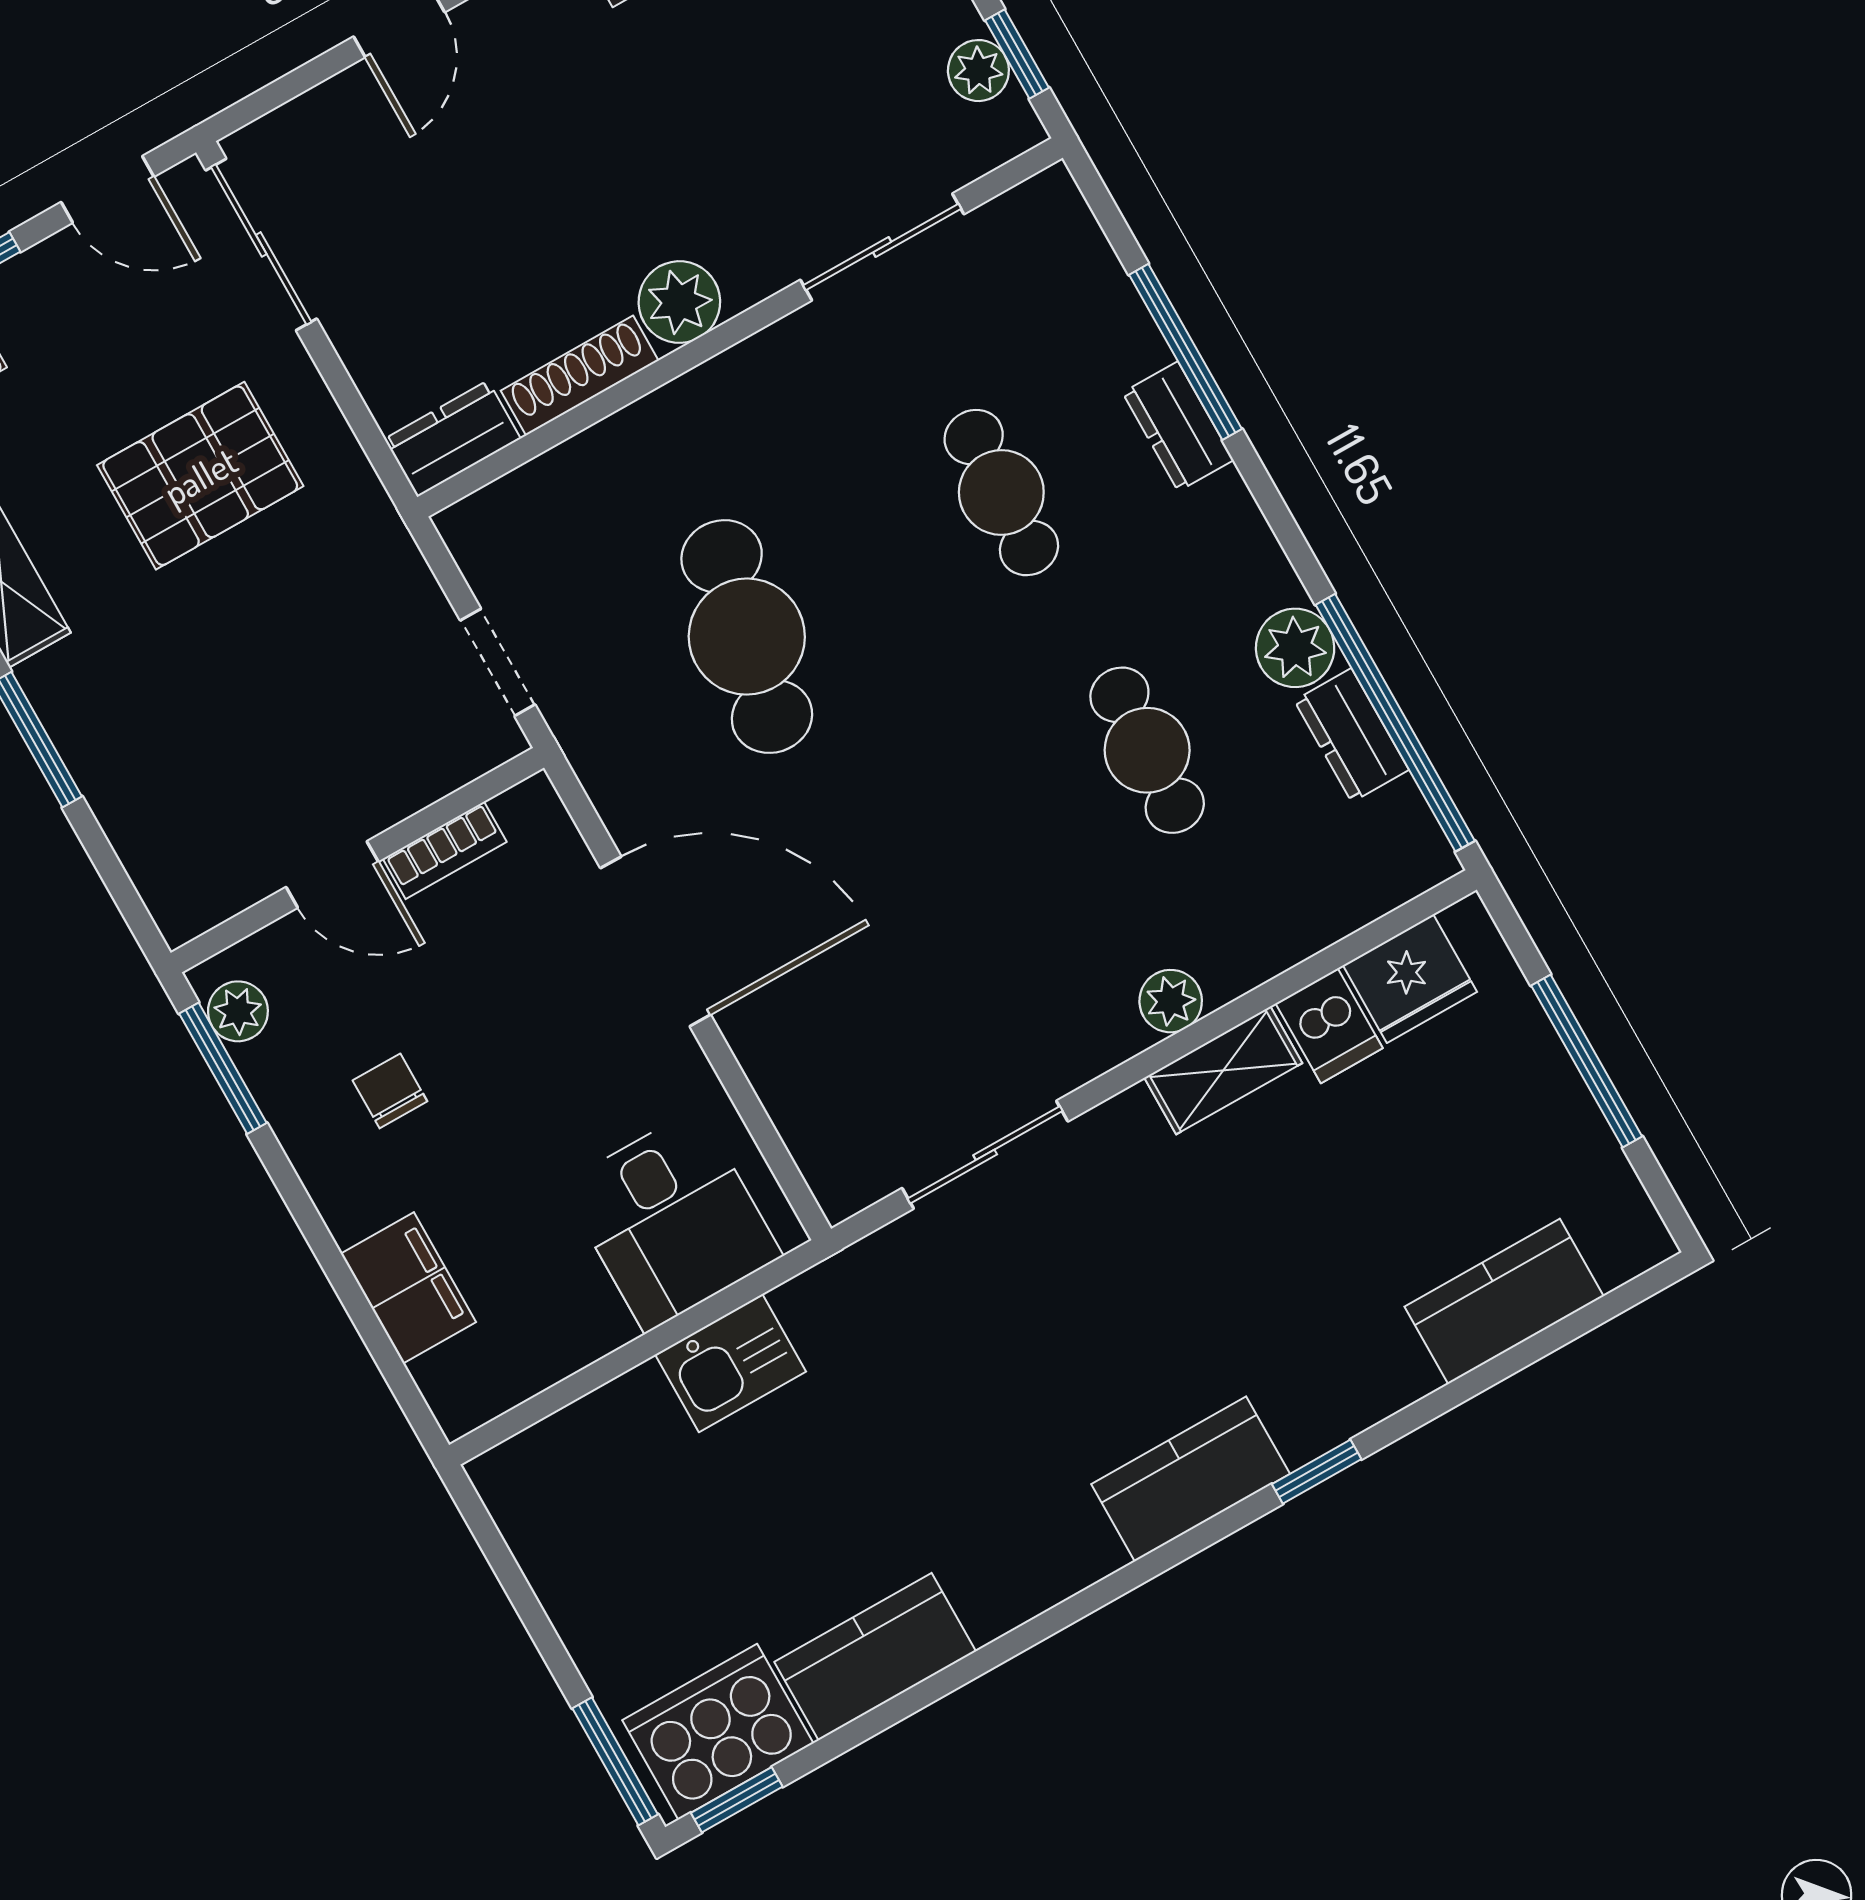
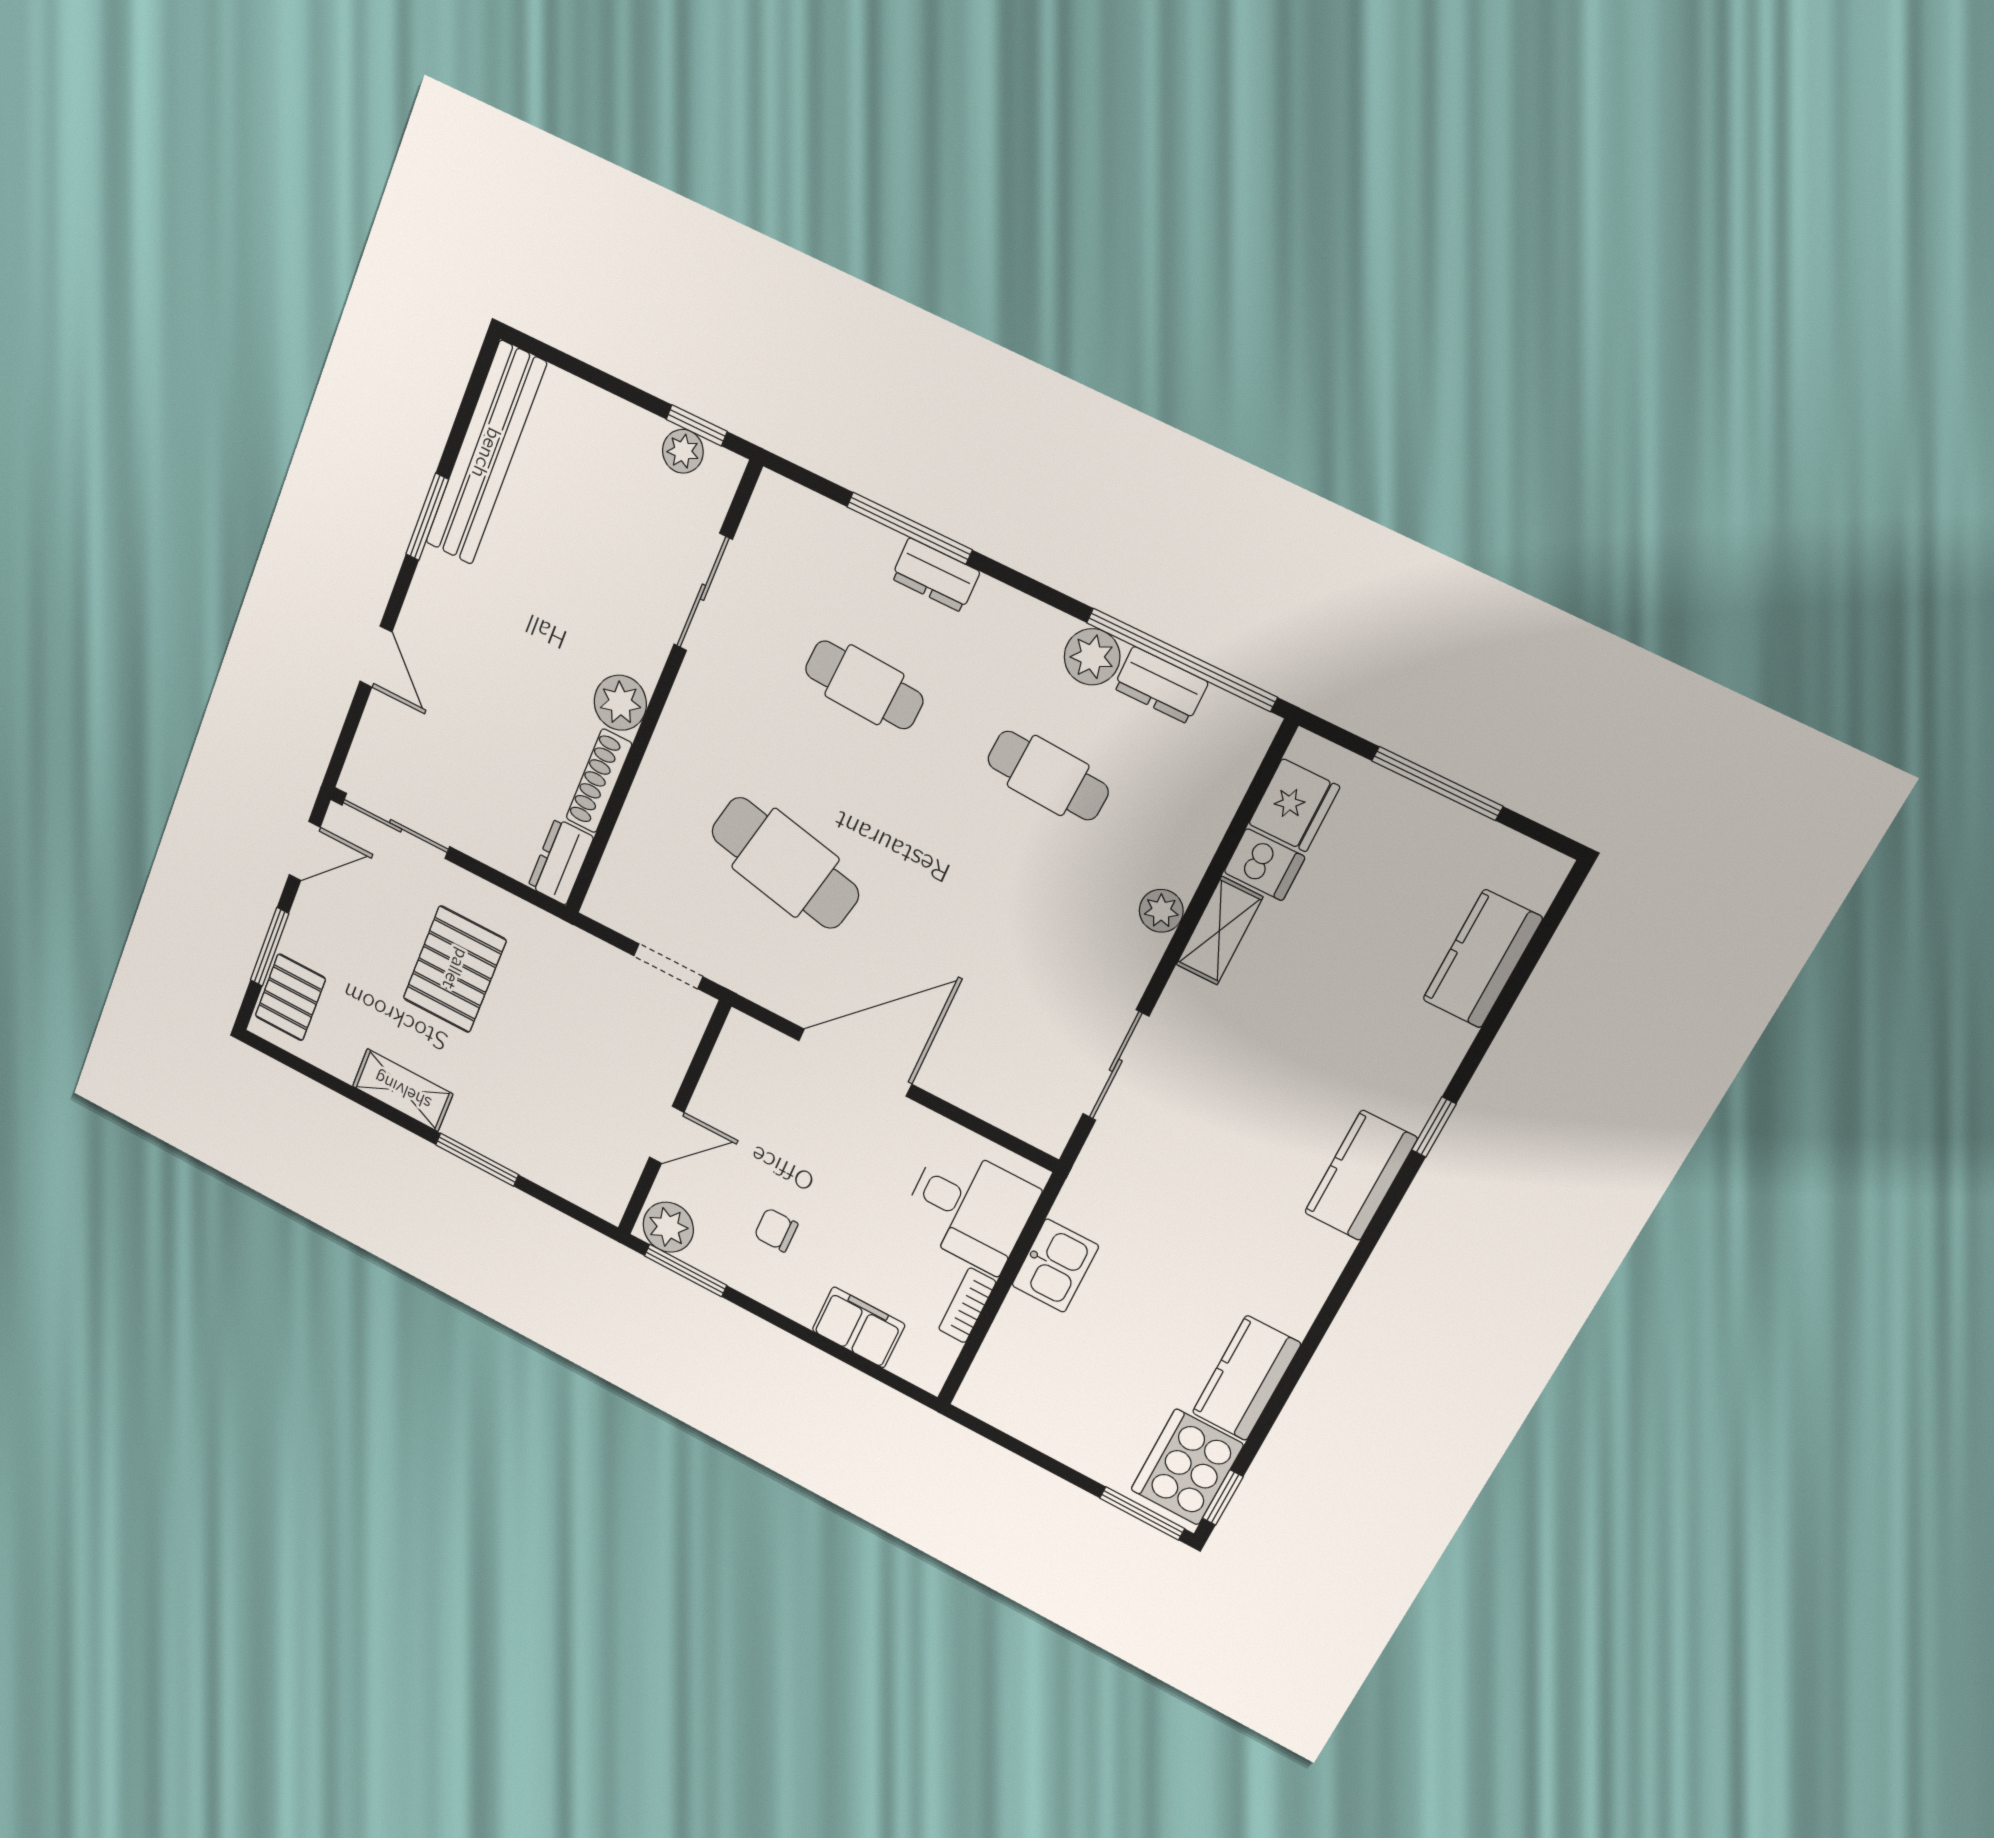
bookcase: (445, 850) -> (967, 1305), moved, turned 180
plant: (238, 1011) -> (668, 1227), width x1.38, depth x1.38

